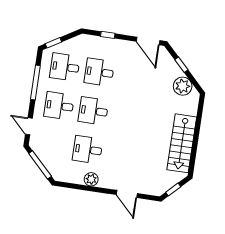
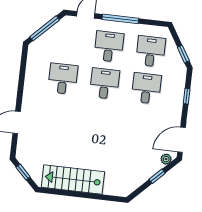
window: (53, 43) -> (183, 54), moved
window: (35, 83) -> (120, 19), moved
plant: (183, 86) -> (166, 159), moved, width x0.53, depth x0.53
plant: (91, 179) -> (31, 84), removed

